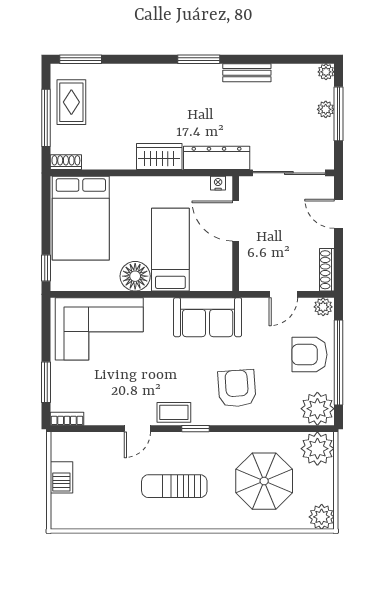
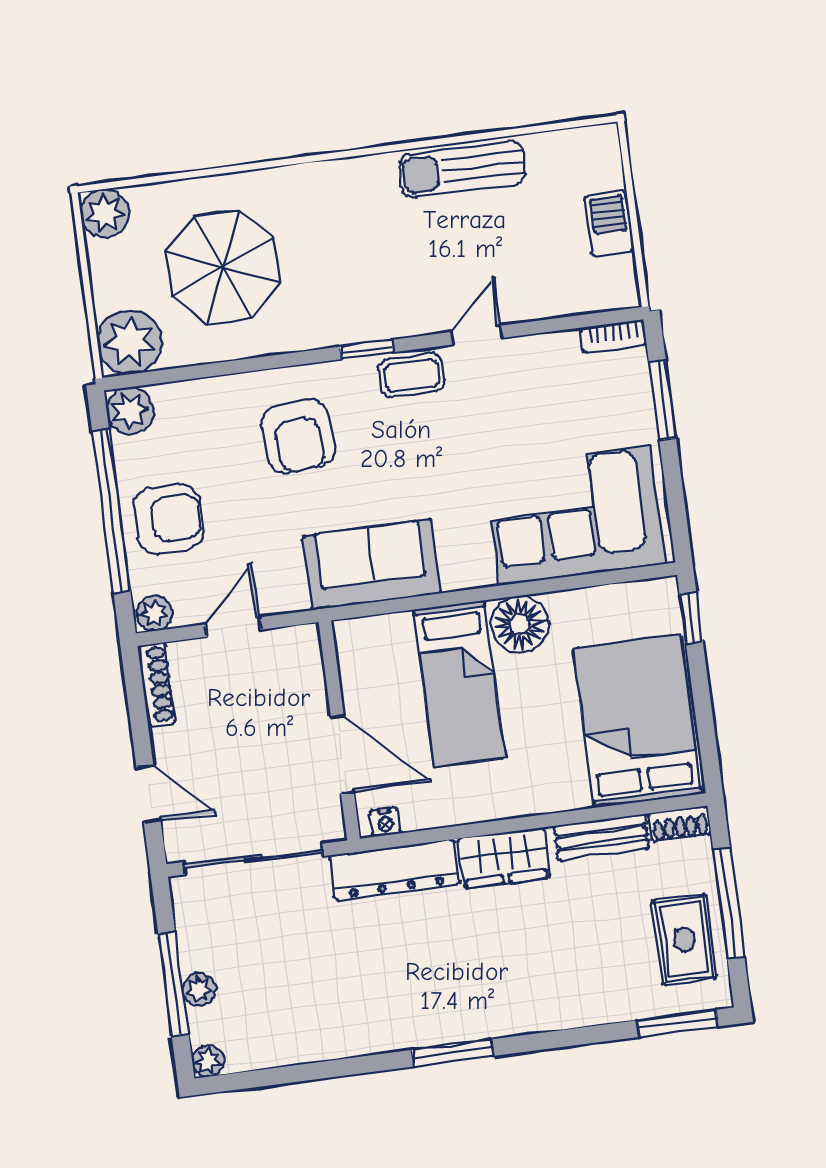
bench: (247, 73) -> (602, 837), moved
plant: (317, 409) -> (130, 411), width x0.73, depth x0.73
sun lounger: (174, 486) -> (462, 169), moved, turned 180

